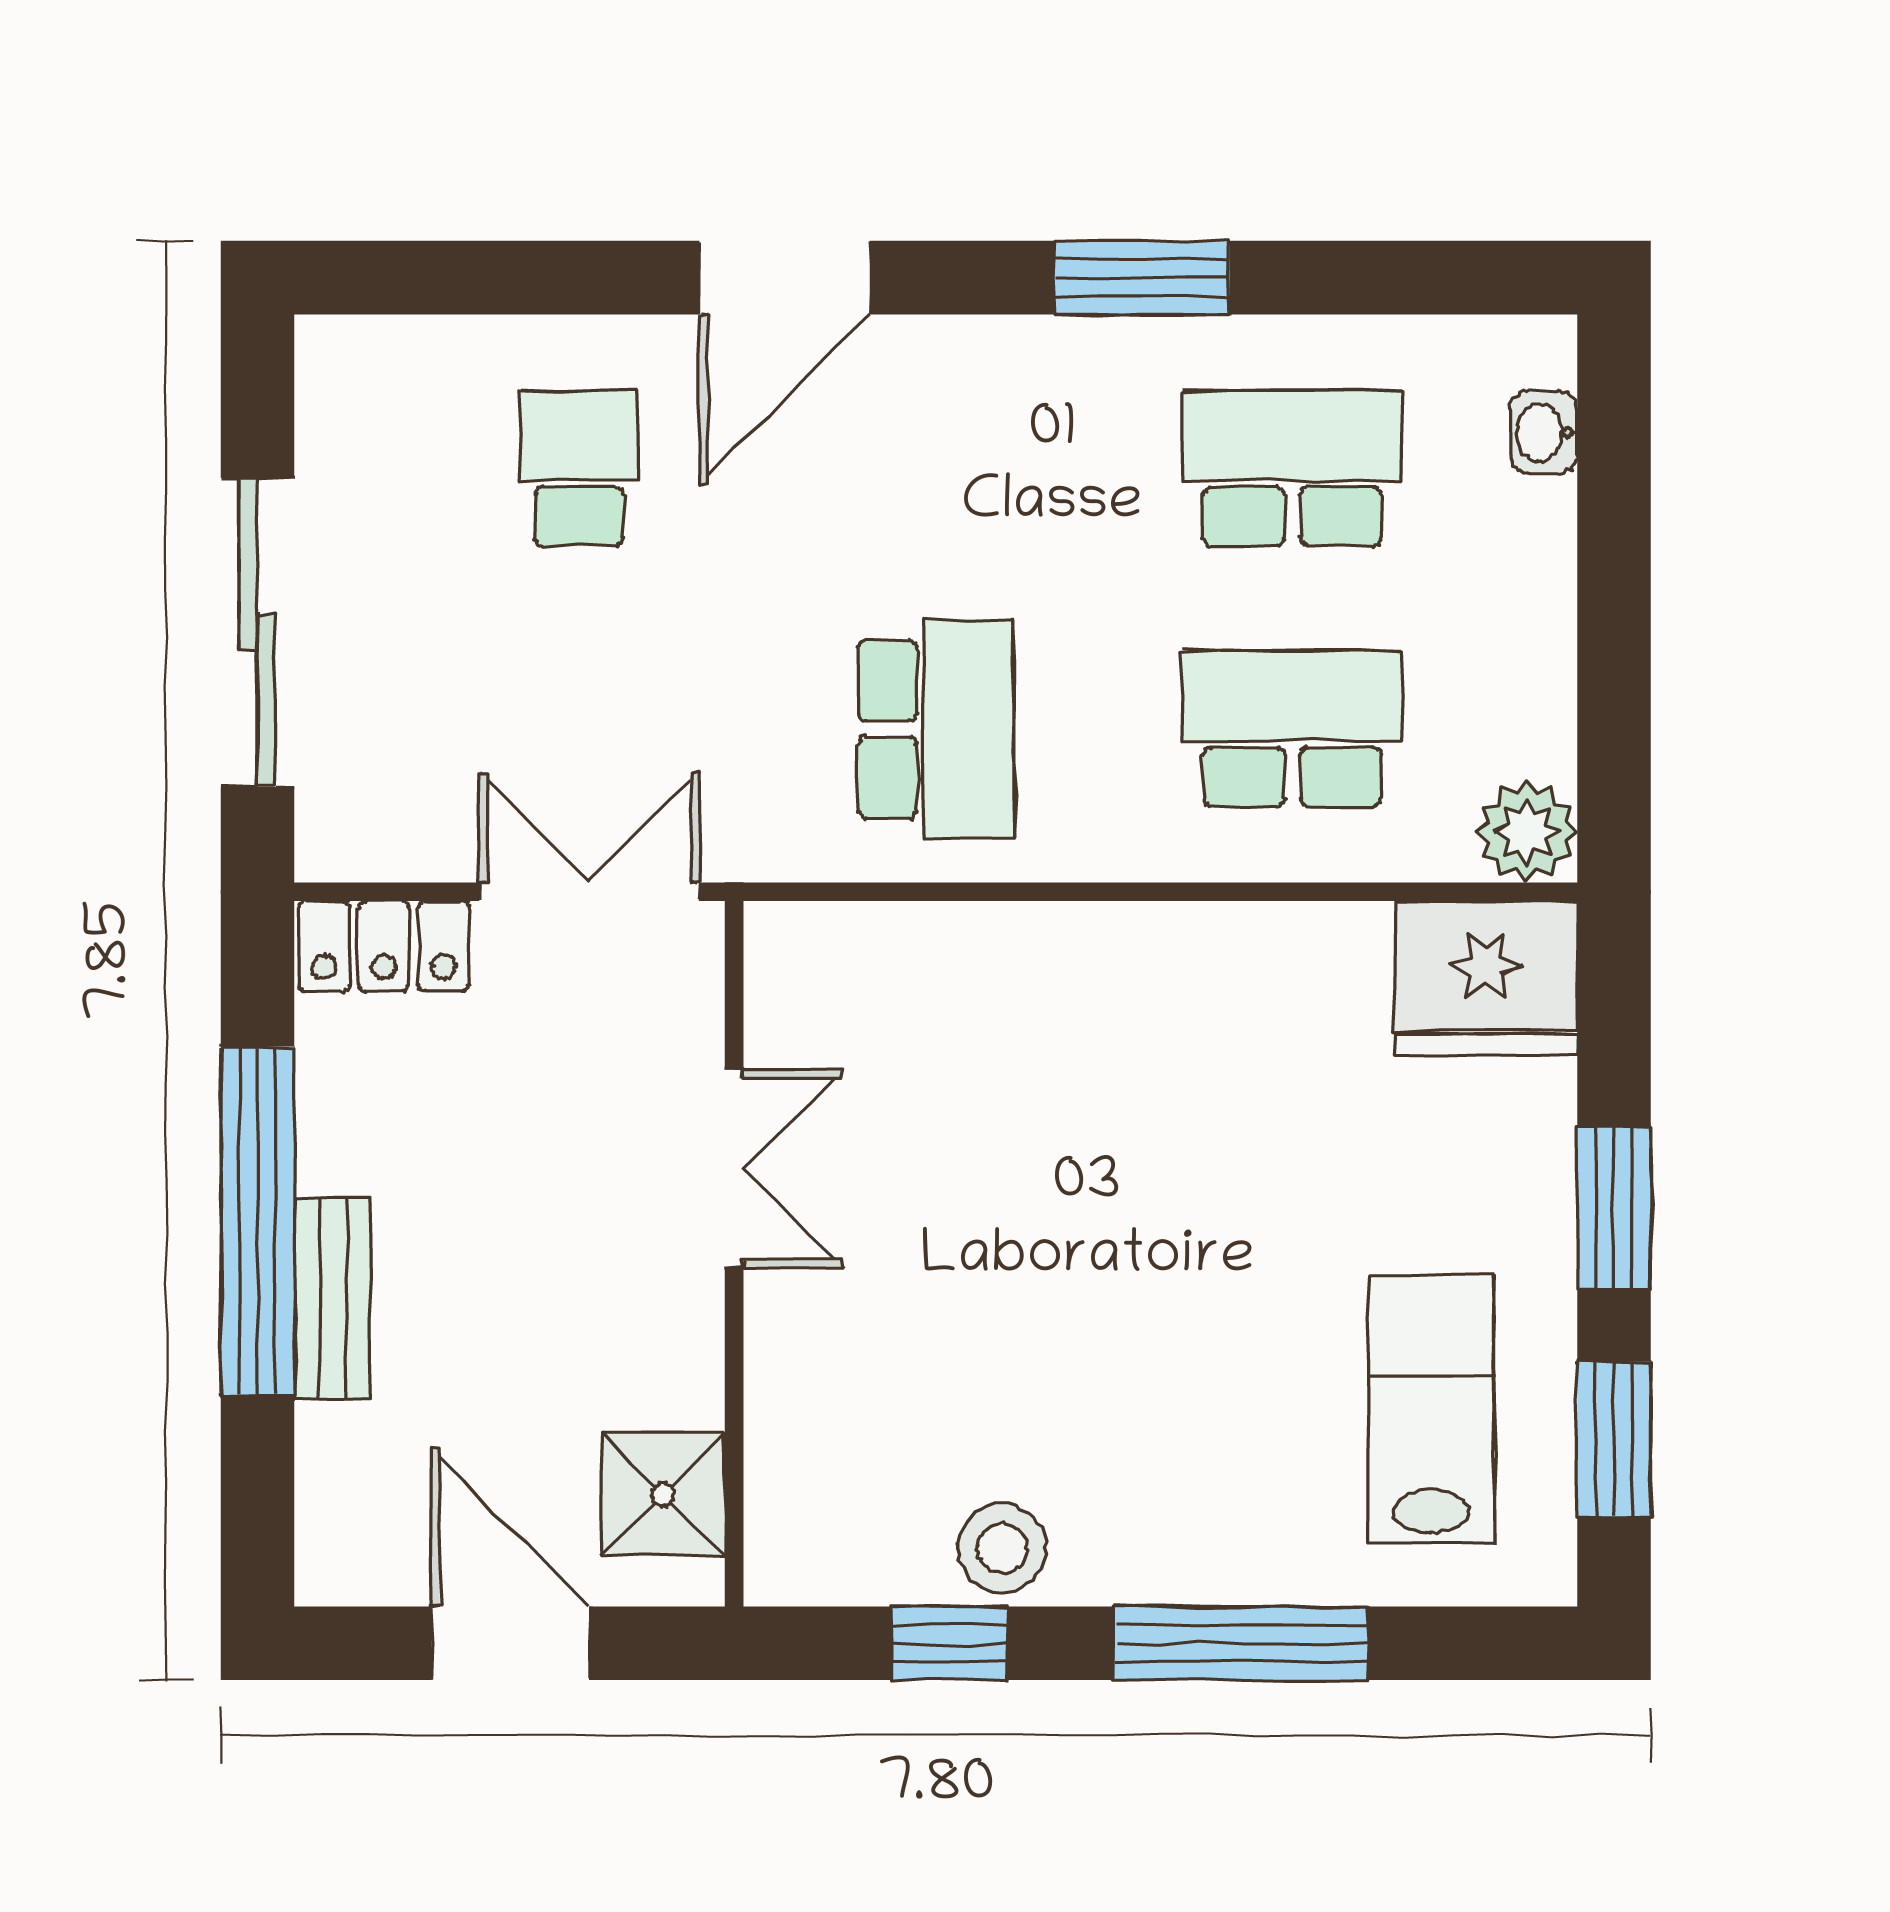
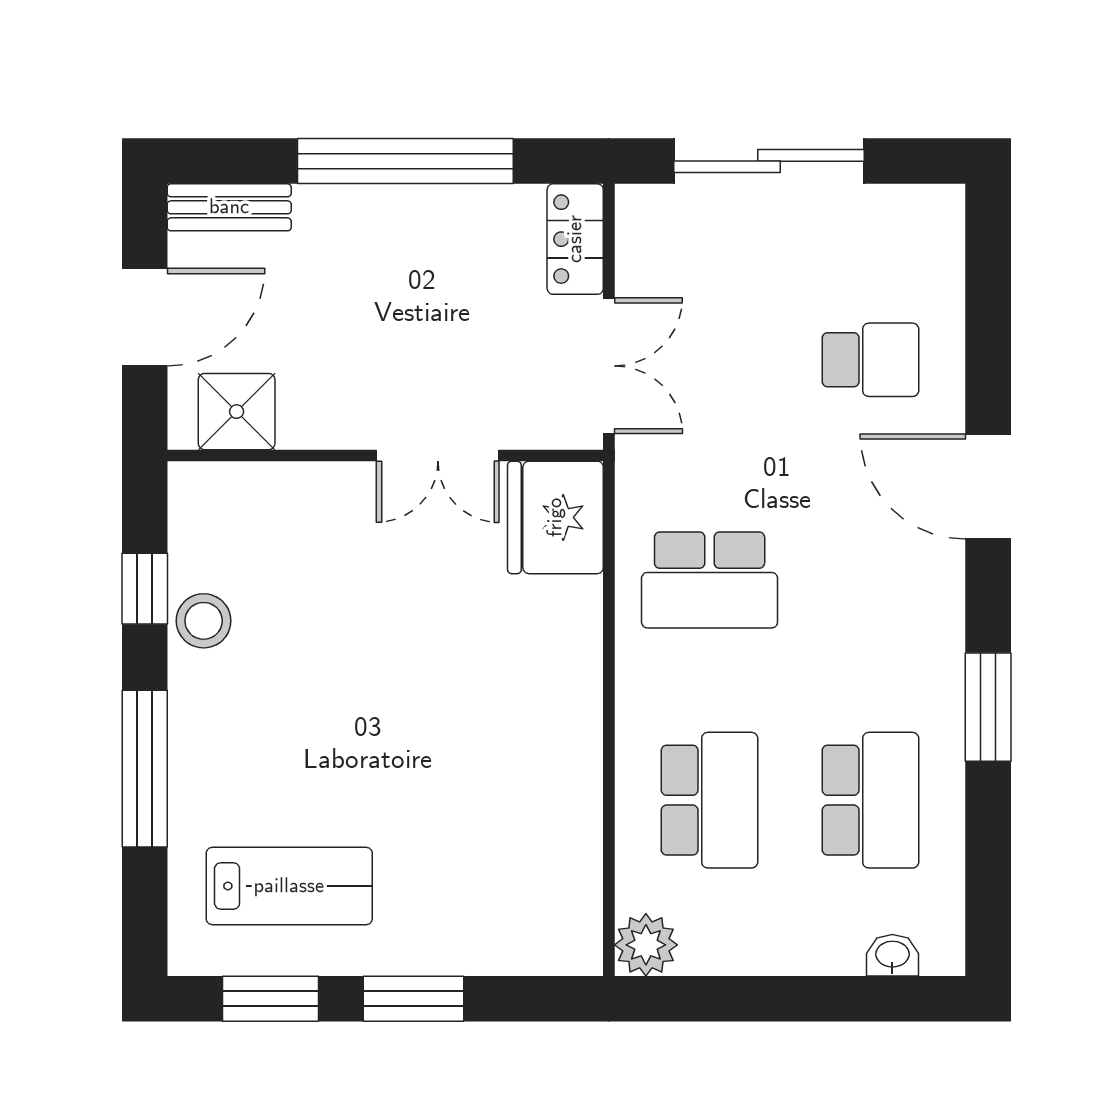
fridge: (1486, 978) -> (555, 517), moved
bench: (332, 1298) -> (229, 207), moved

